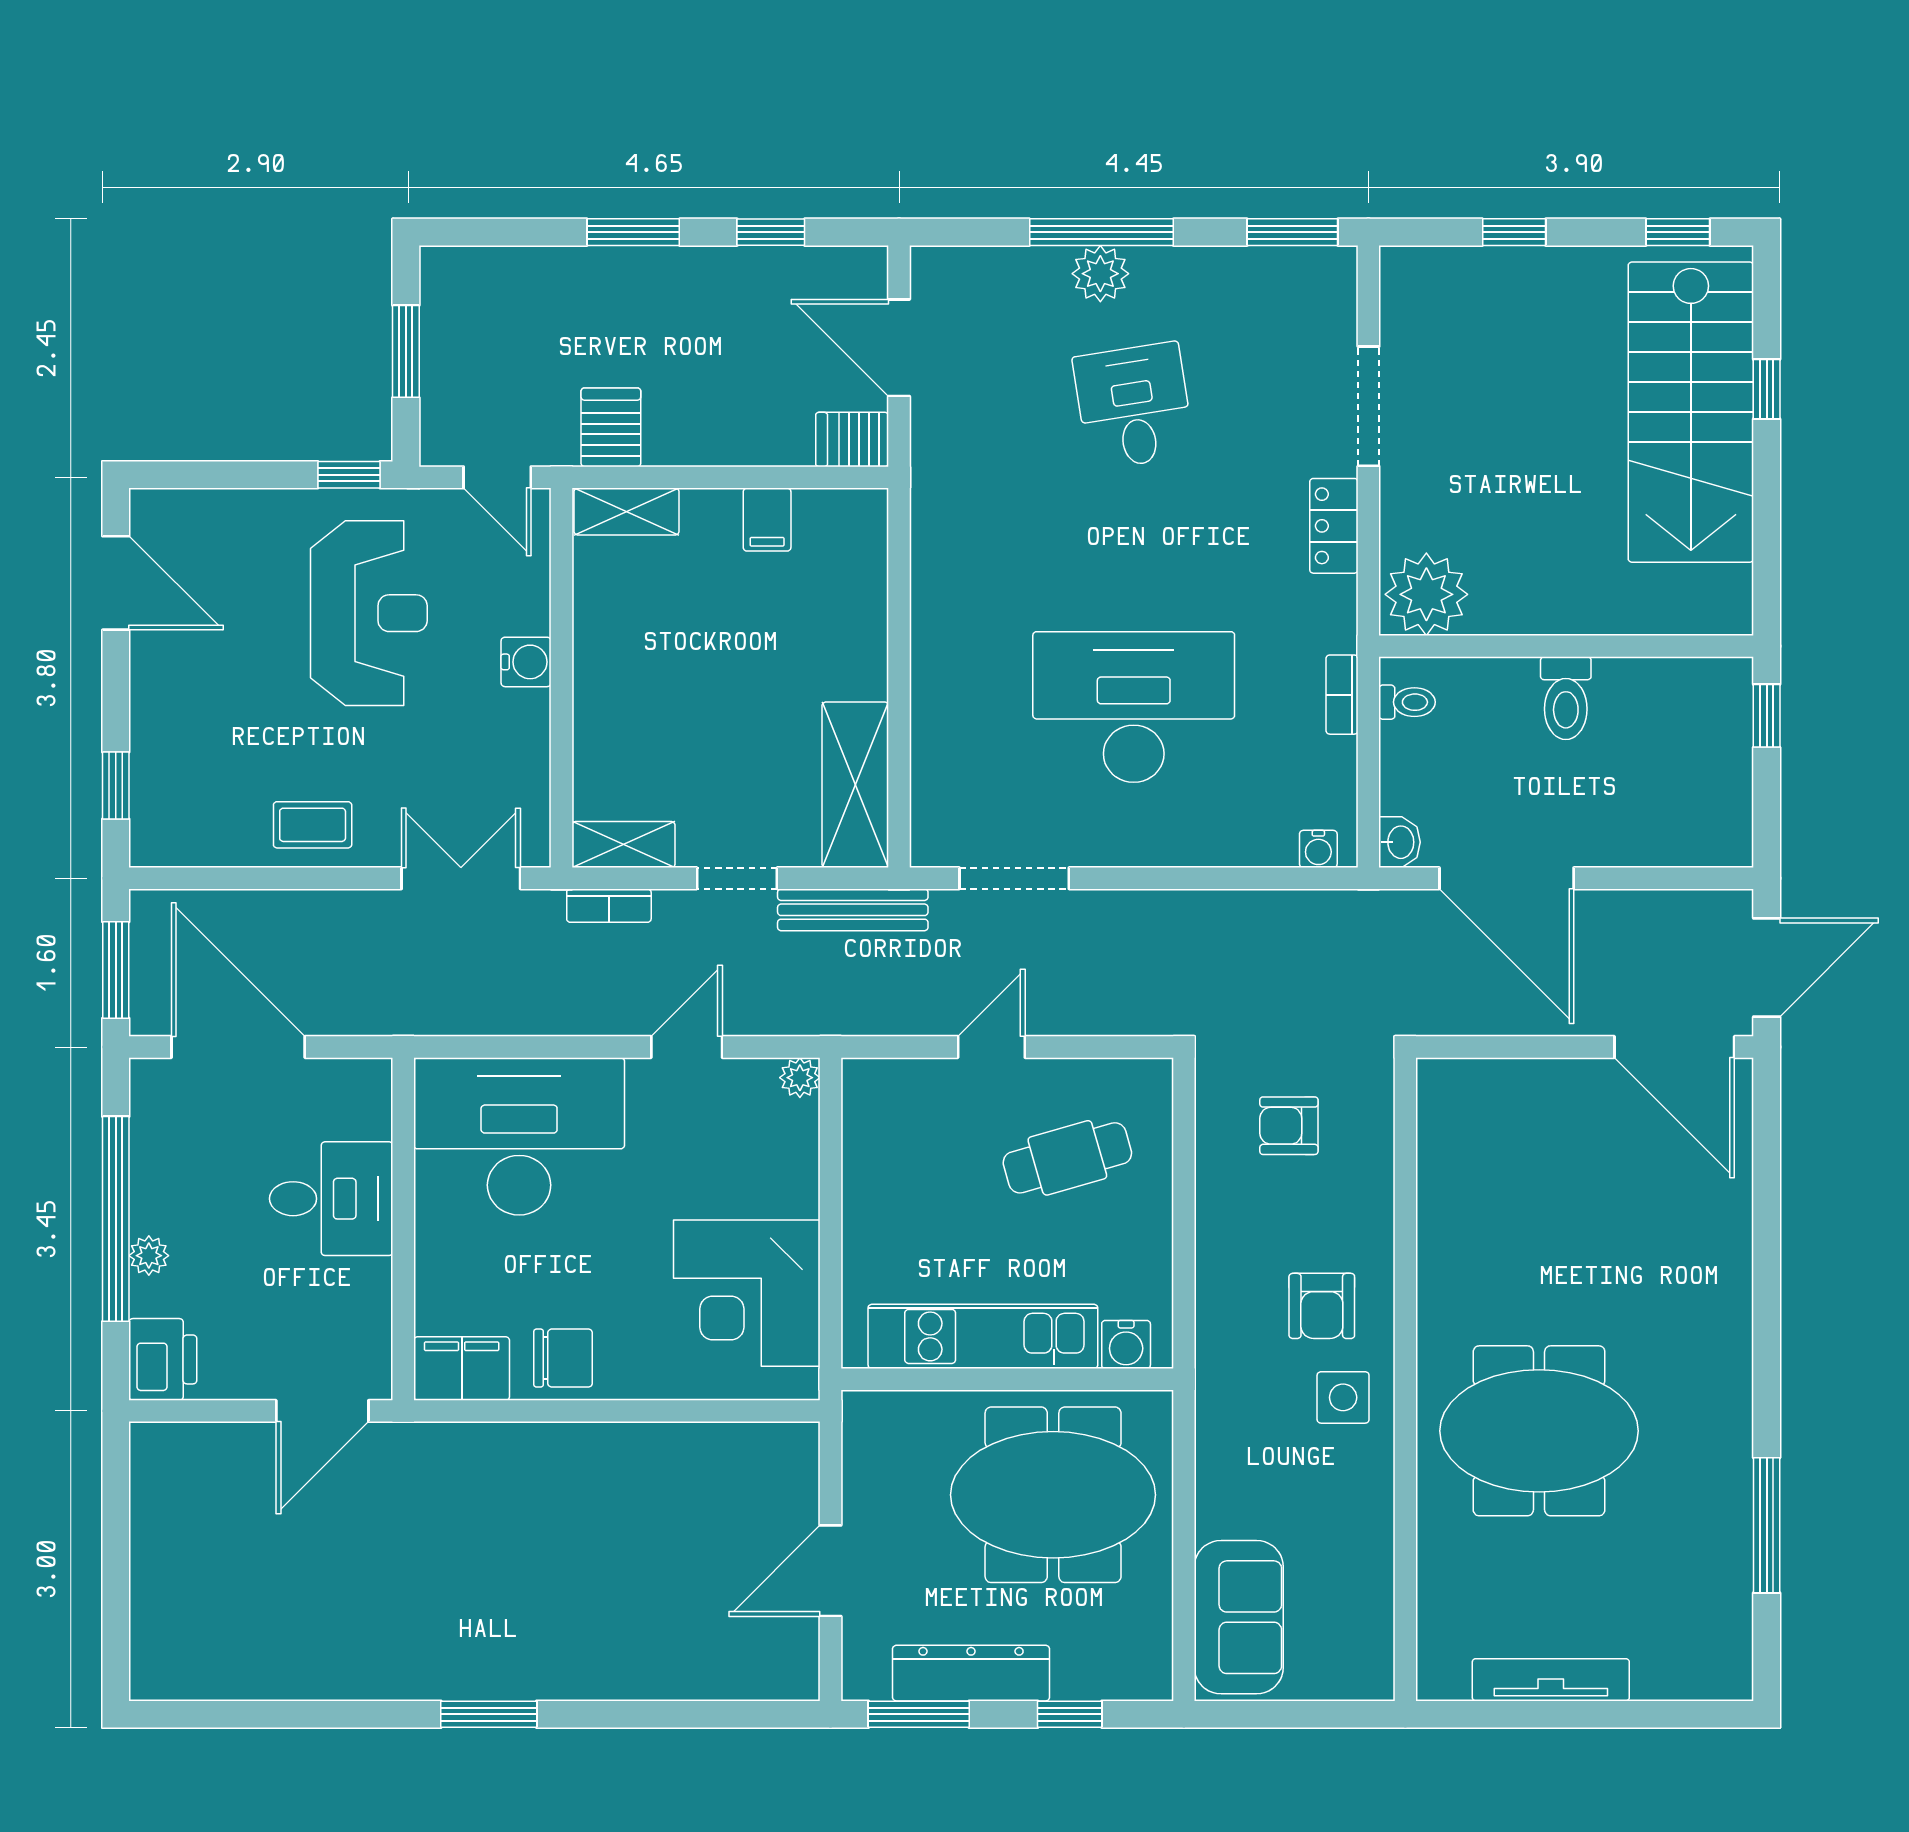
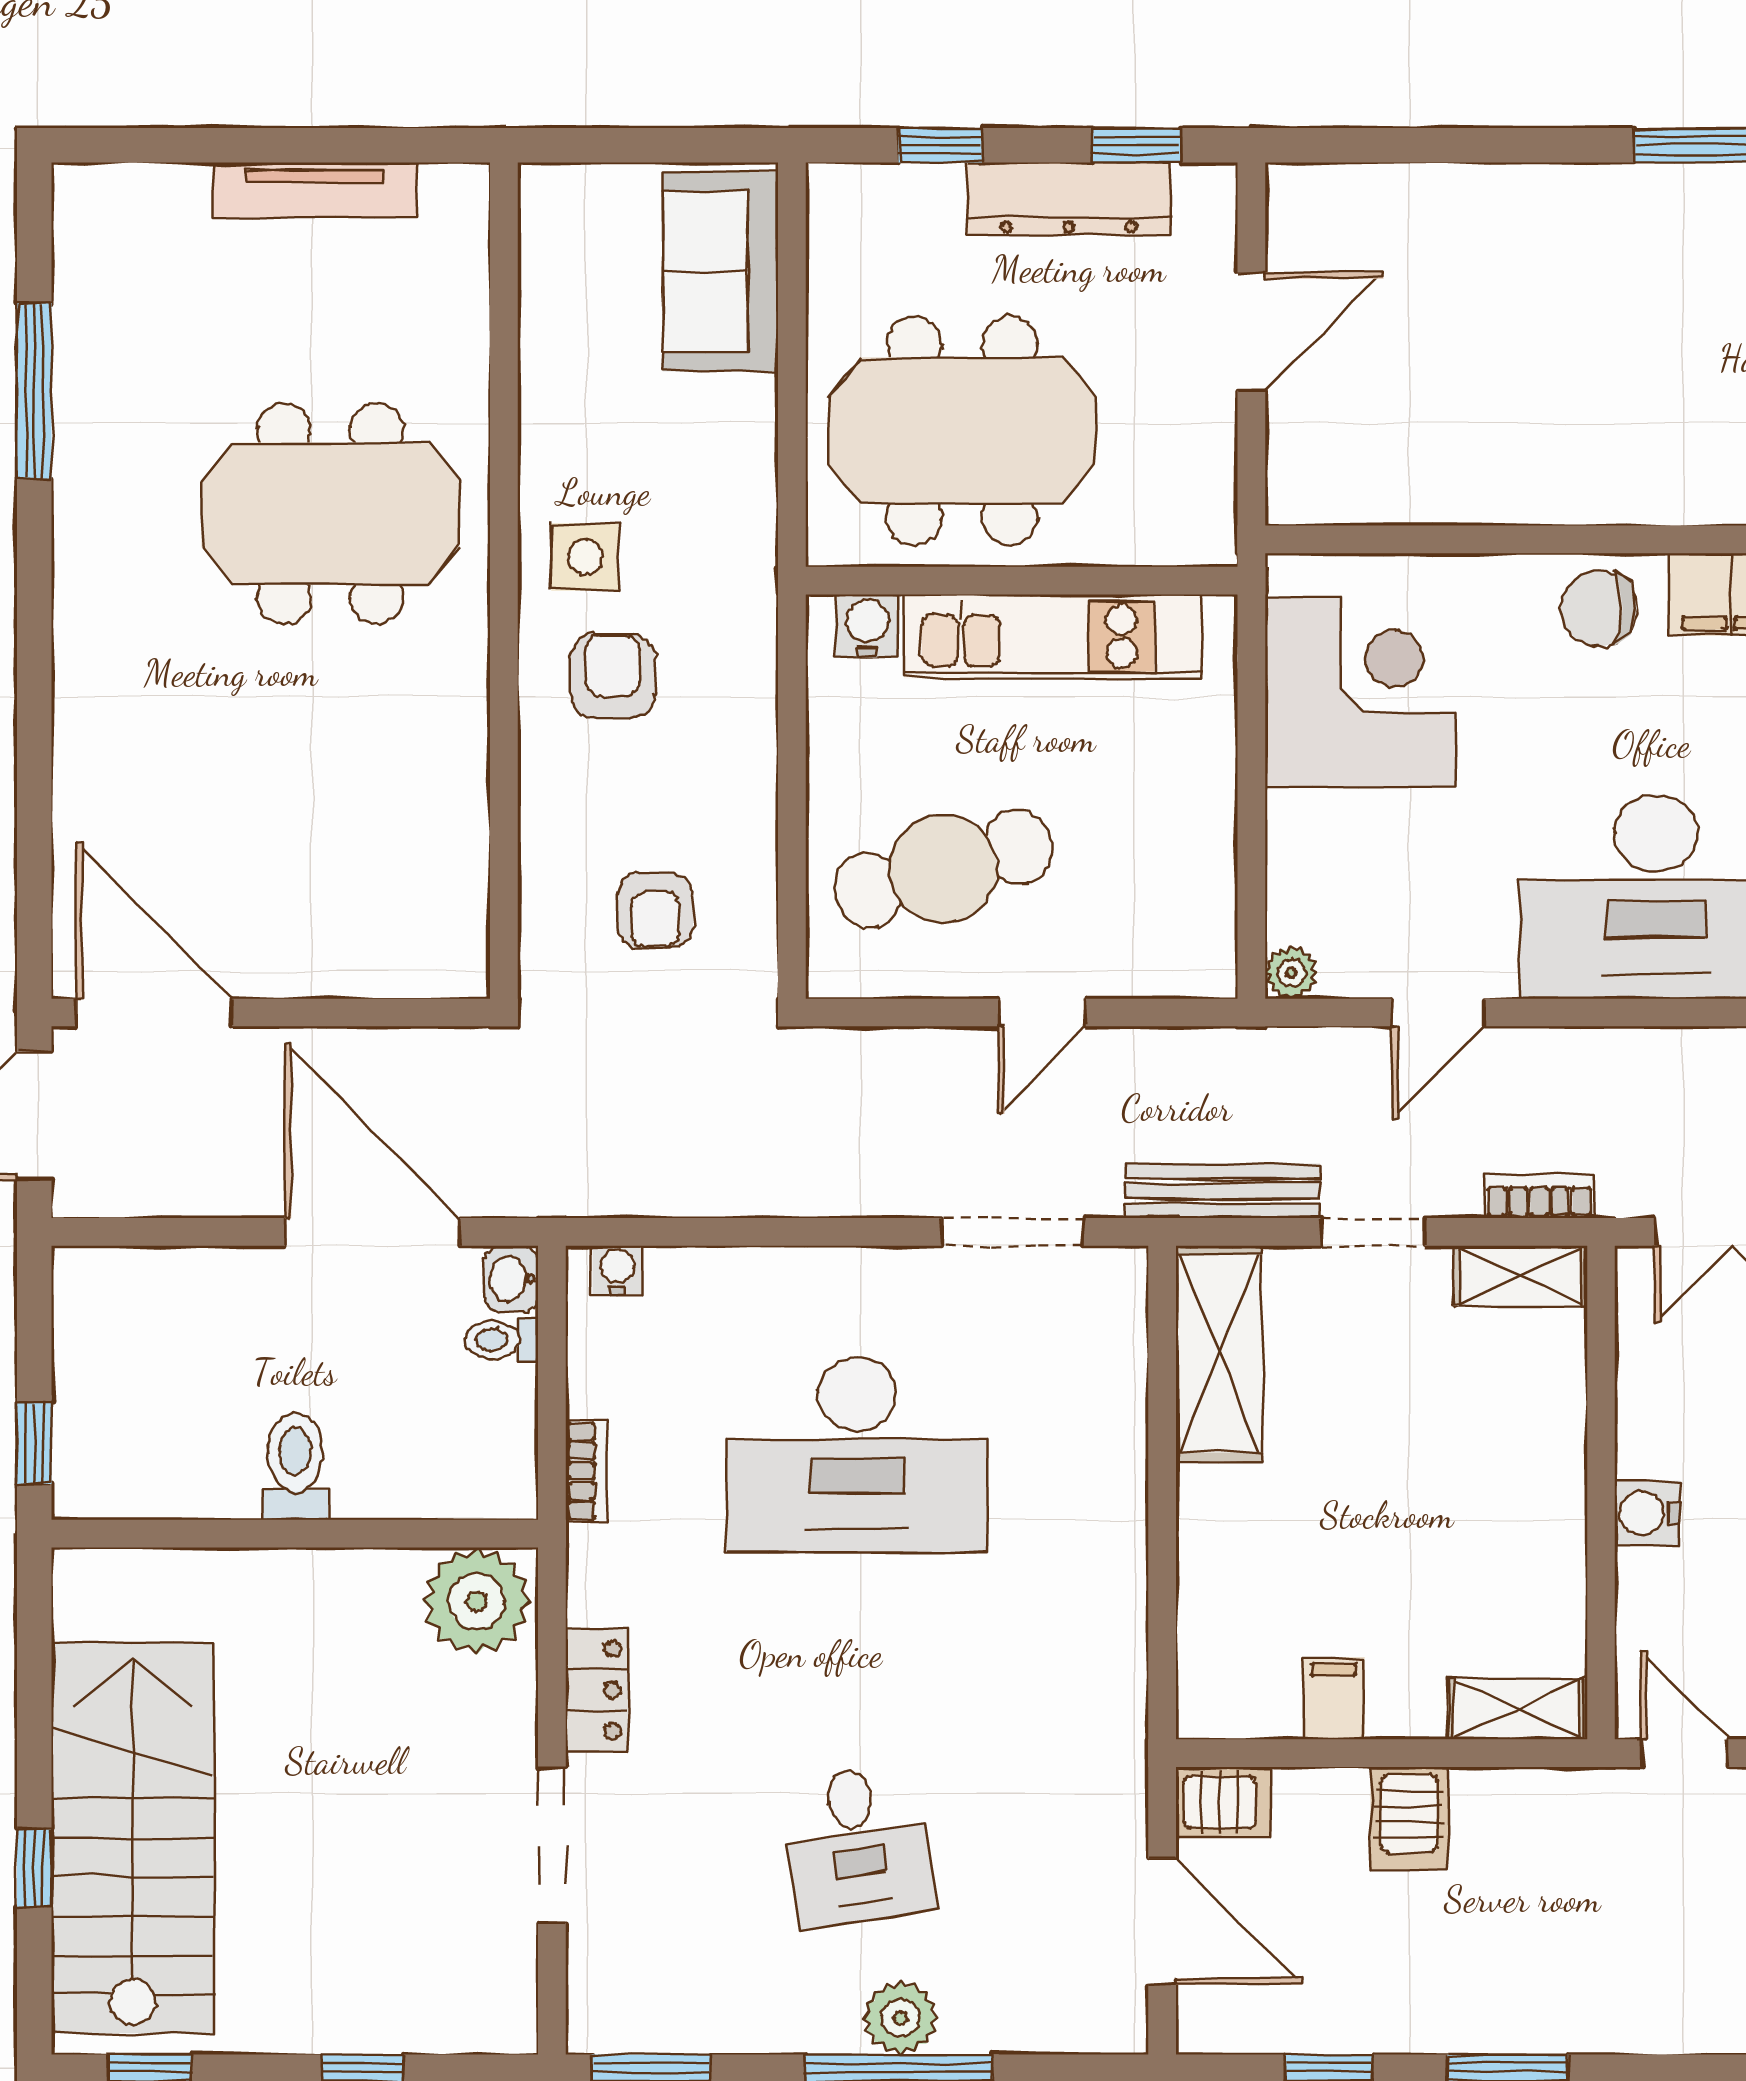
server rack: (611, 427) -> (1409, 1818), moved
toilet: (1407, 702) -> (502, 1340), moved
armchair: (1289, 1126) -> (655, 910), turned 90
cafe table: (1067, 1158) -> (943, 868), width x1.37, depth x1.35
window: (919, 1714) -> (1136, 145), width x0.67

